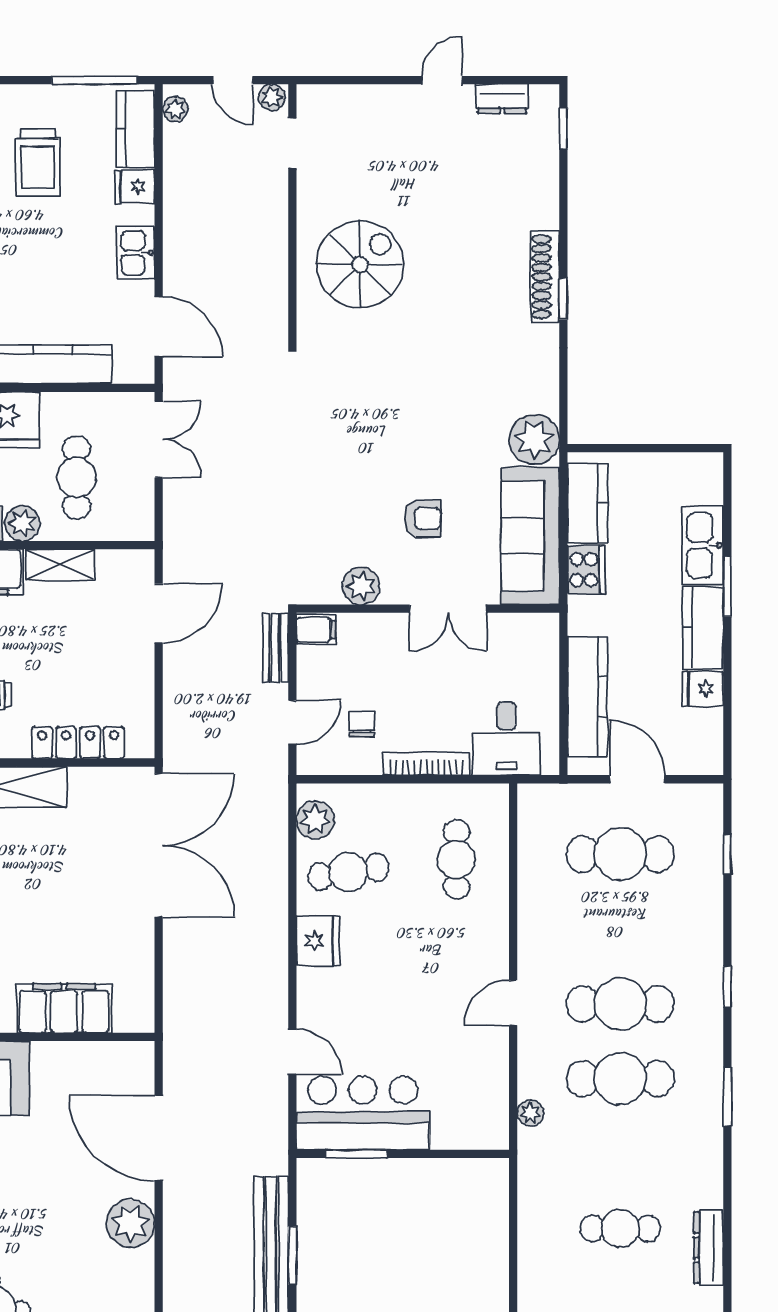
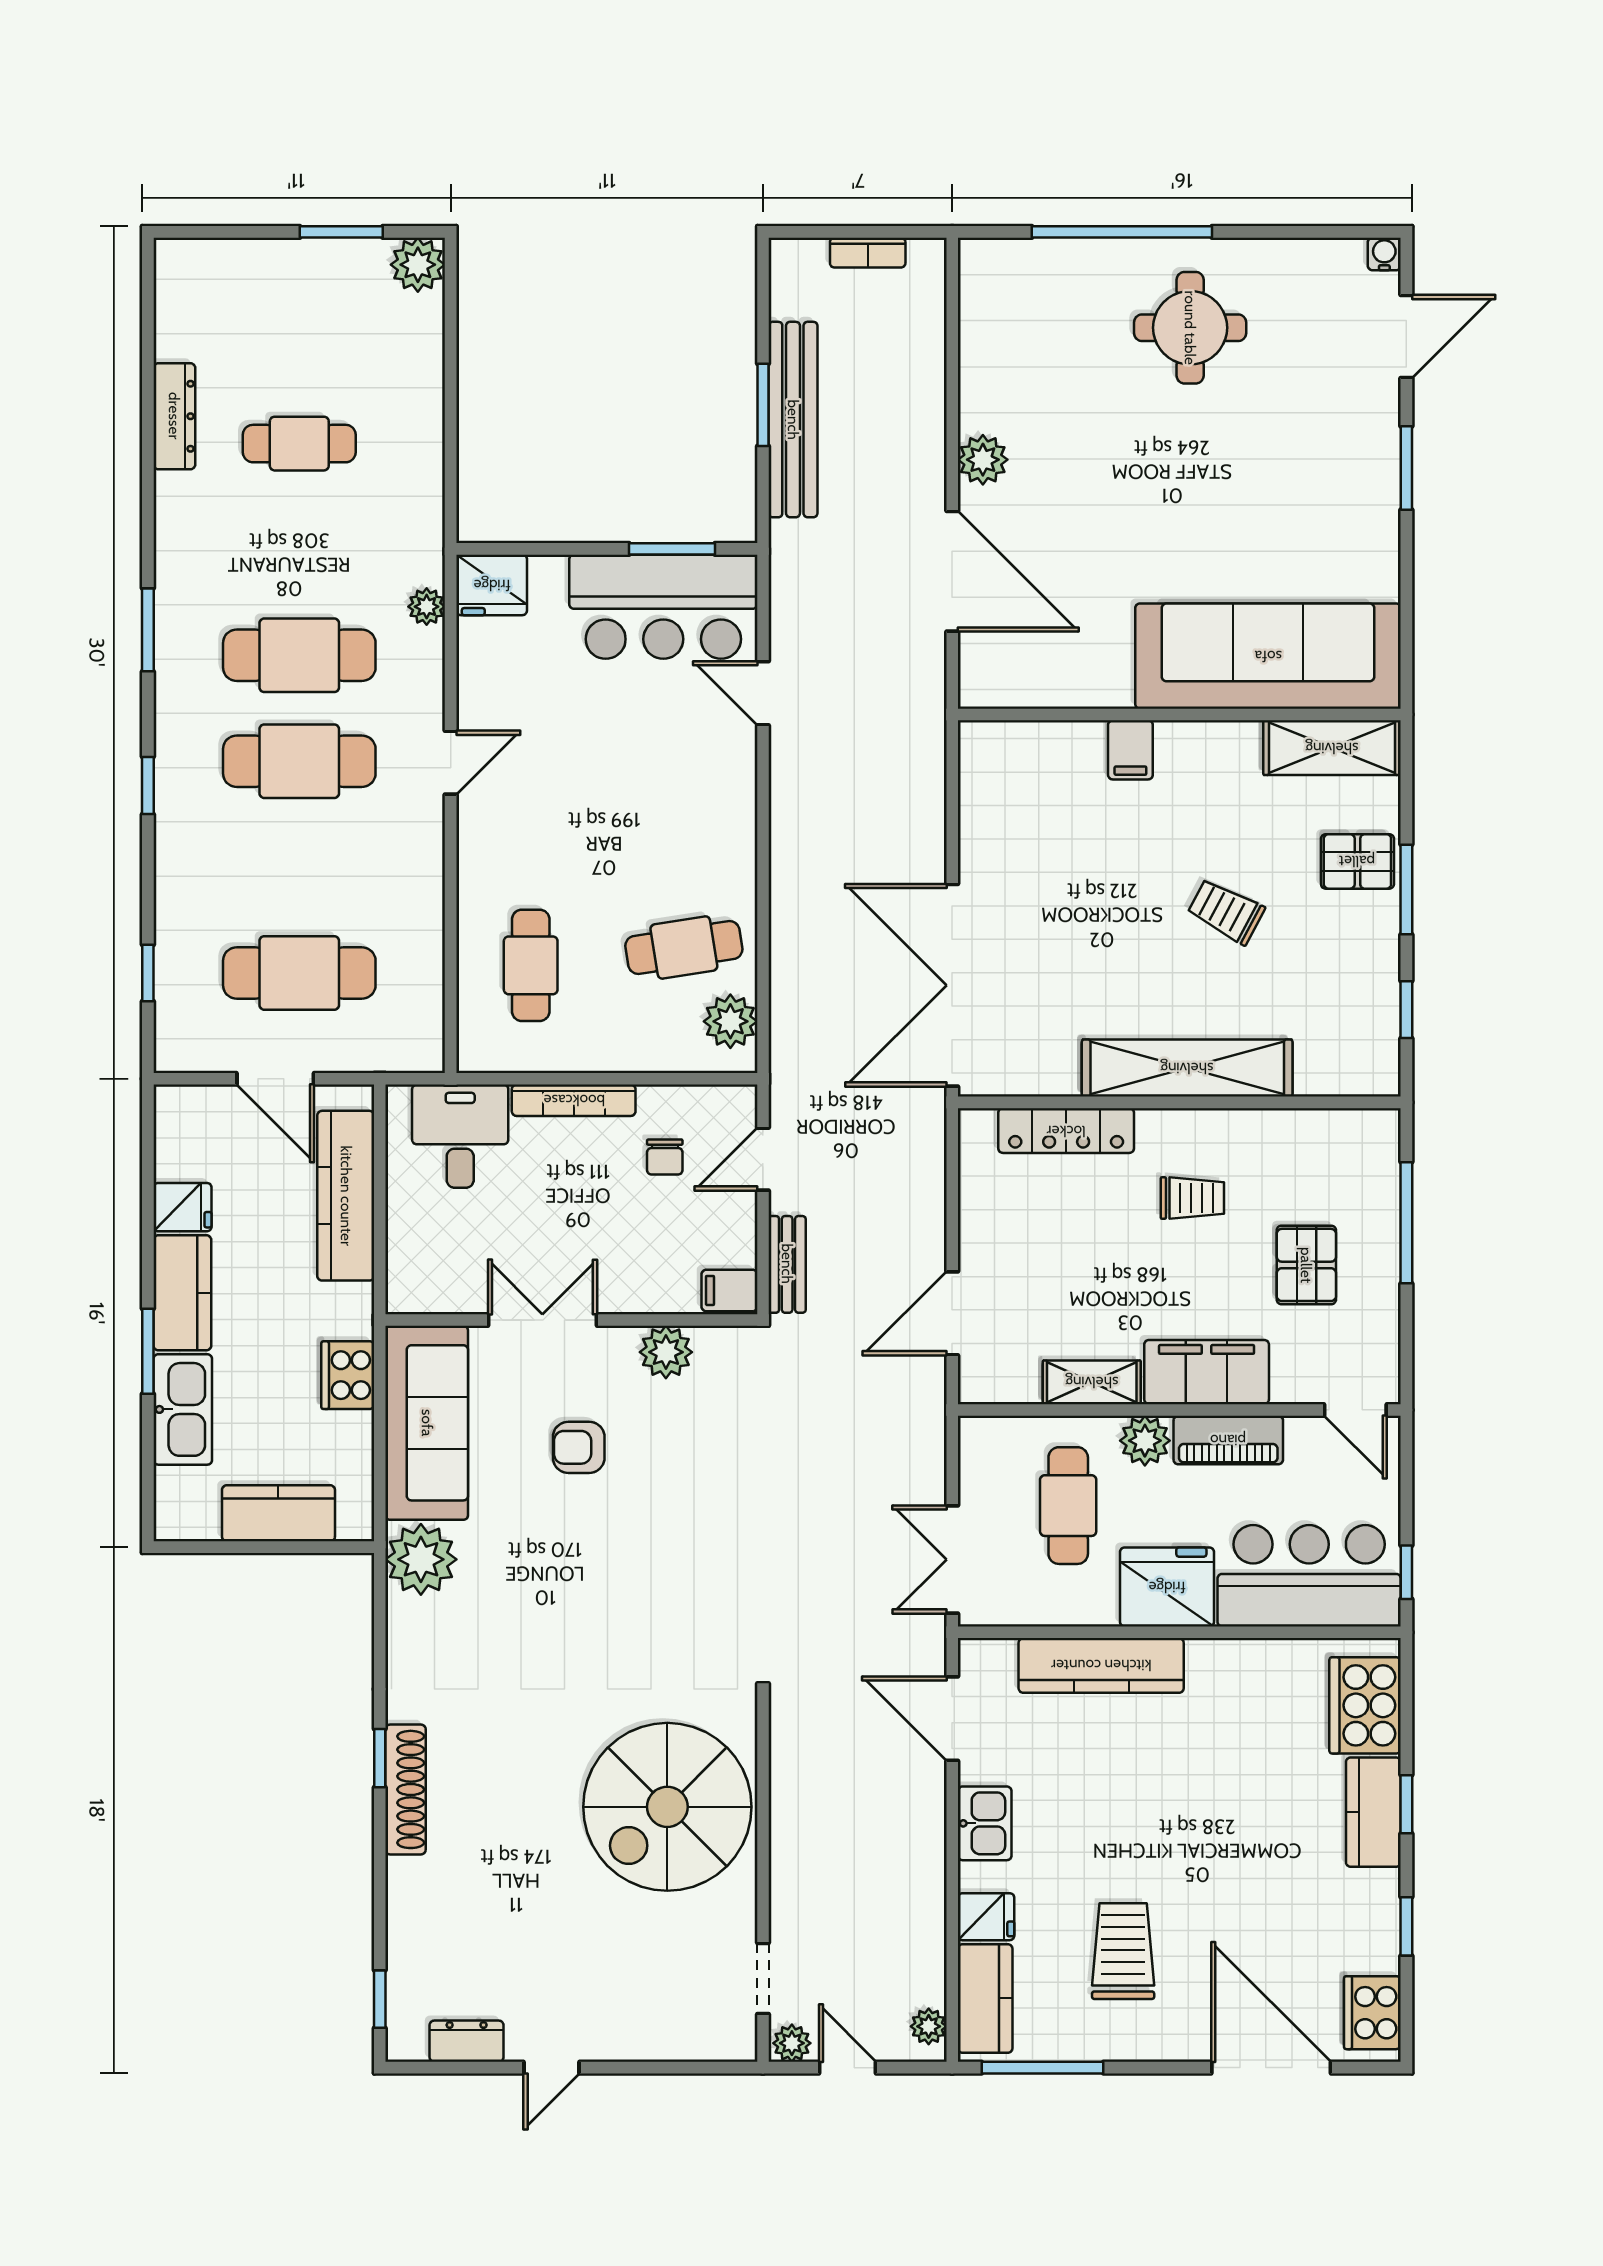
spiral stairs: (360, 264) -> (667, 1807), width x1.37, depth x1.37
kitchen counter: (587, 503) -> (278, 1513), moved, turned 90
fridge: (318, 941) -> (492, 585), moved, turned -90
filing cabinet: (64, 1008) -> (1130, 750), width x0.33, depth x0.86
plant: (131, 1223) -> (983, 460), width x0.73, depth x0.73

